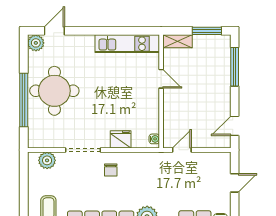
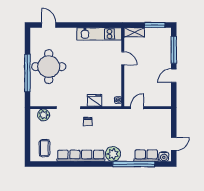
door: (54, 31) -> (49, 25), hinge flipped
plant: (36, 43) -> (36, 33), removed
door: (235, 126) -> (174, 76), moved
door: (235, 183) -> (174, 144), moved

